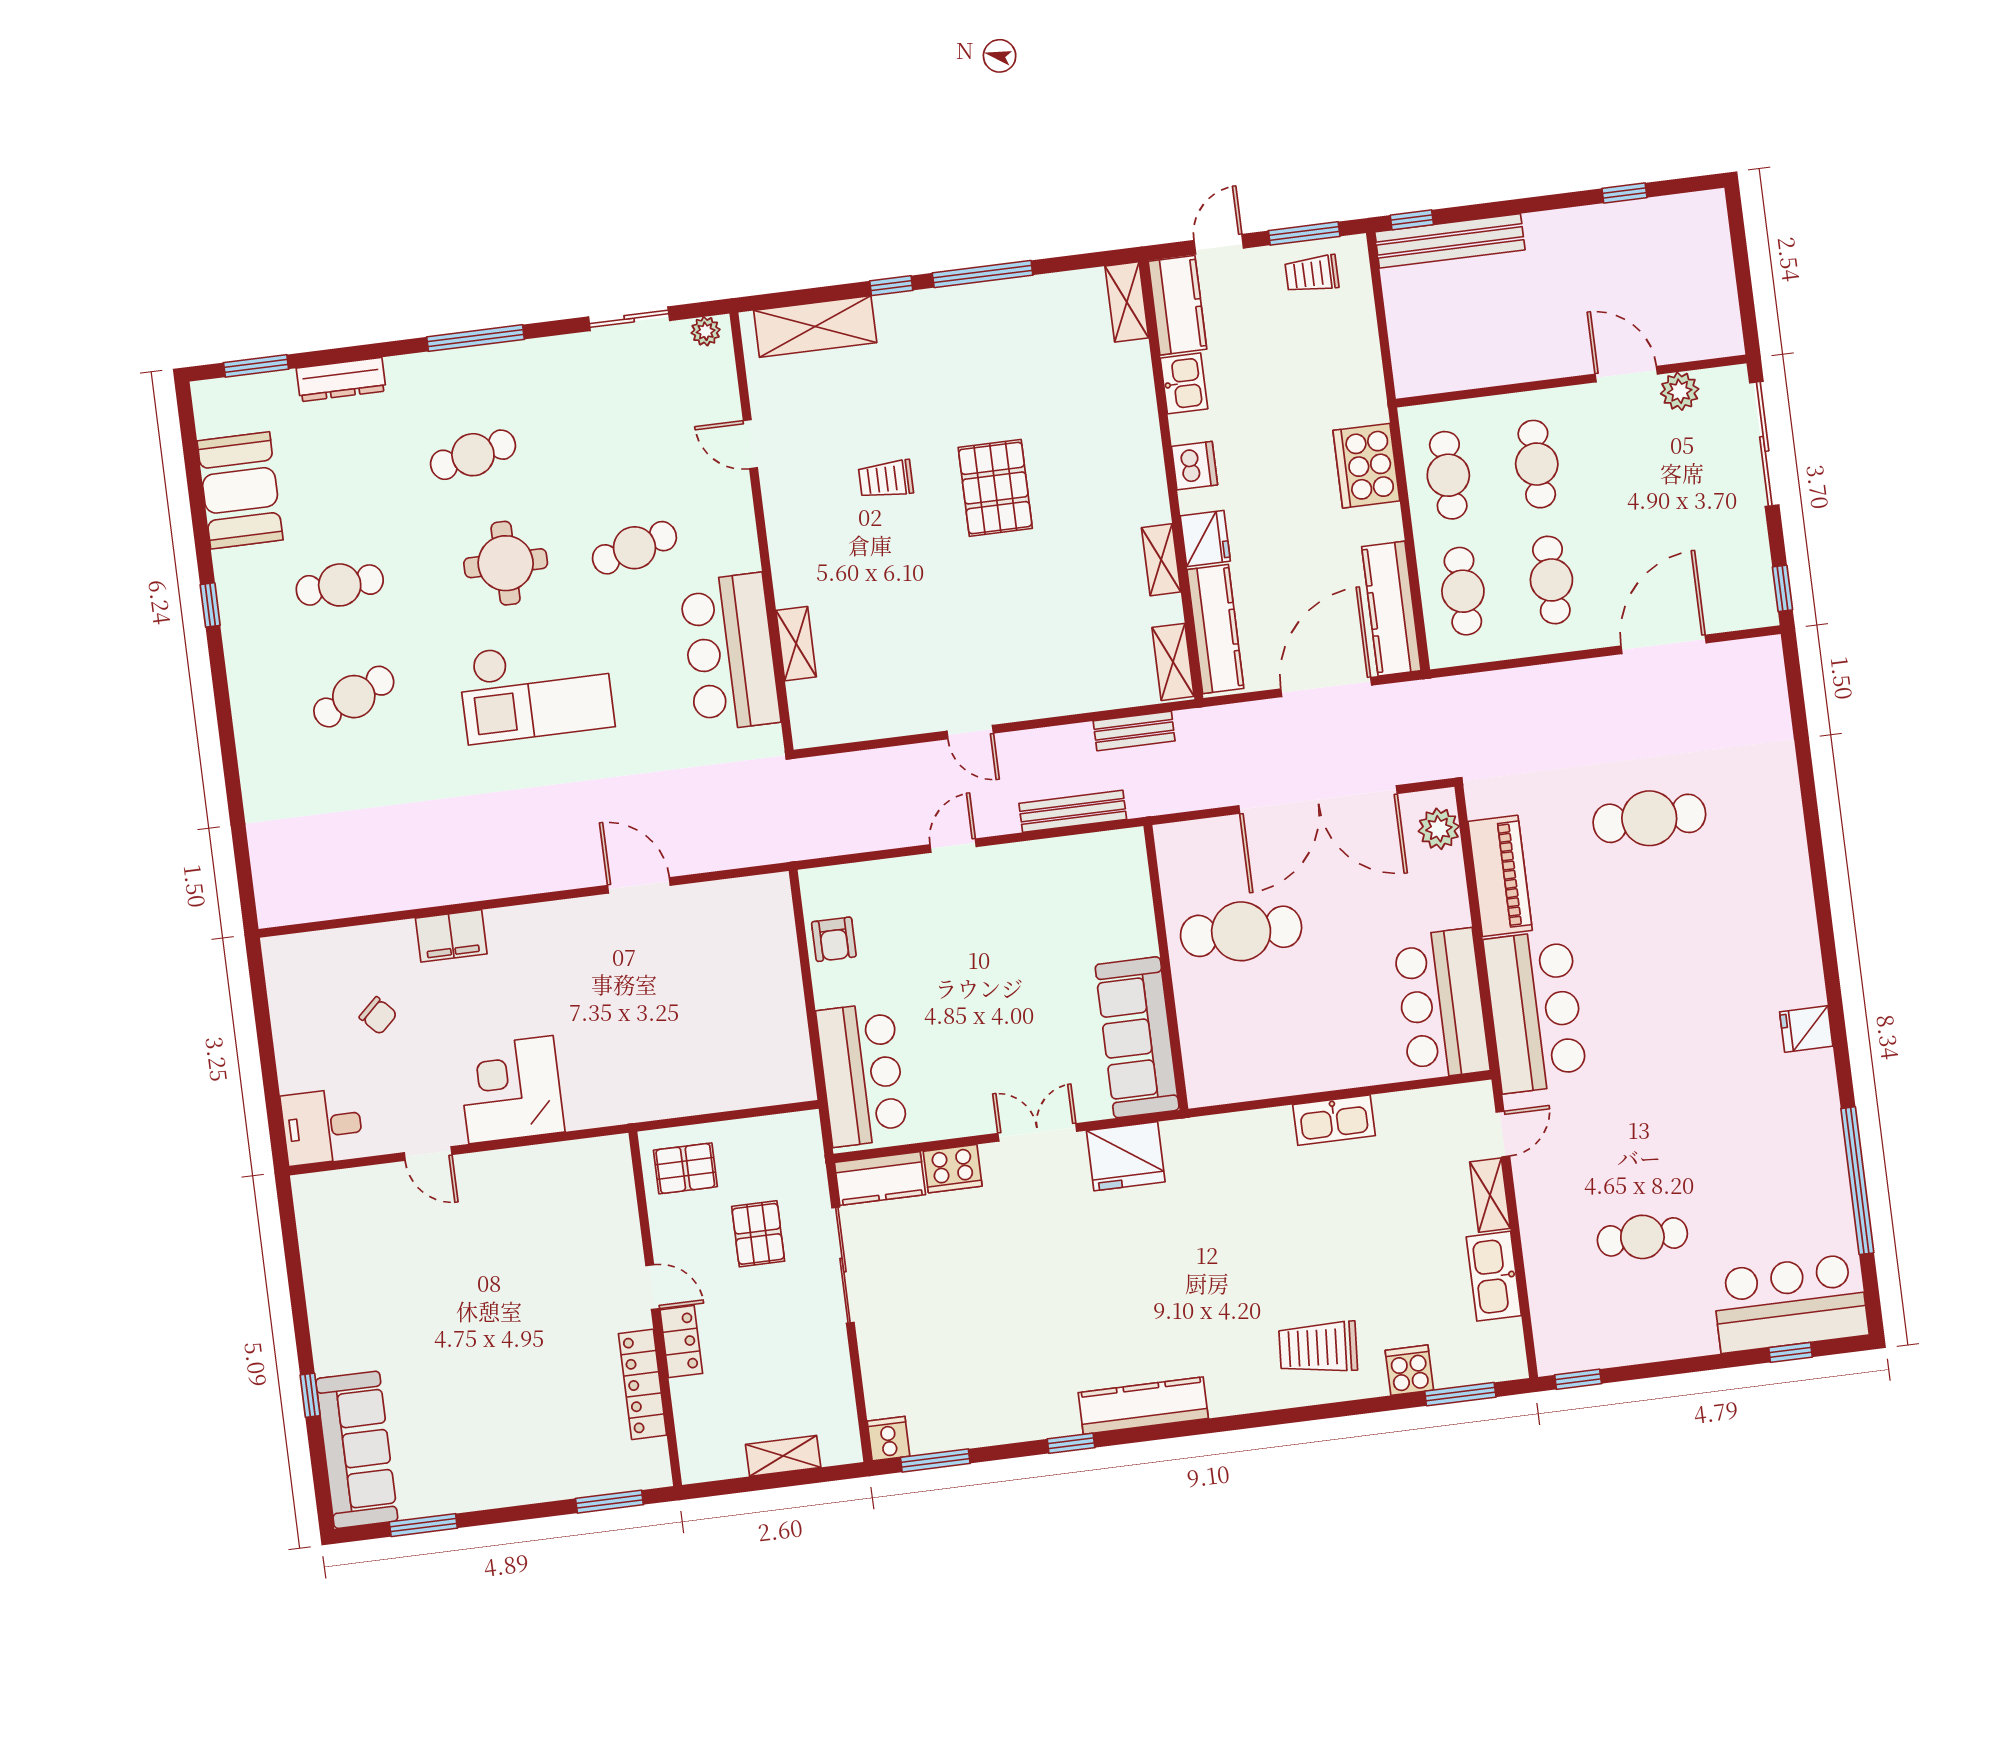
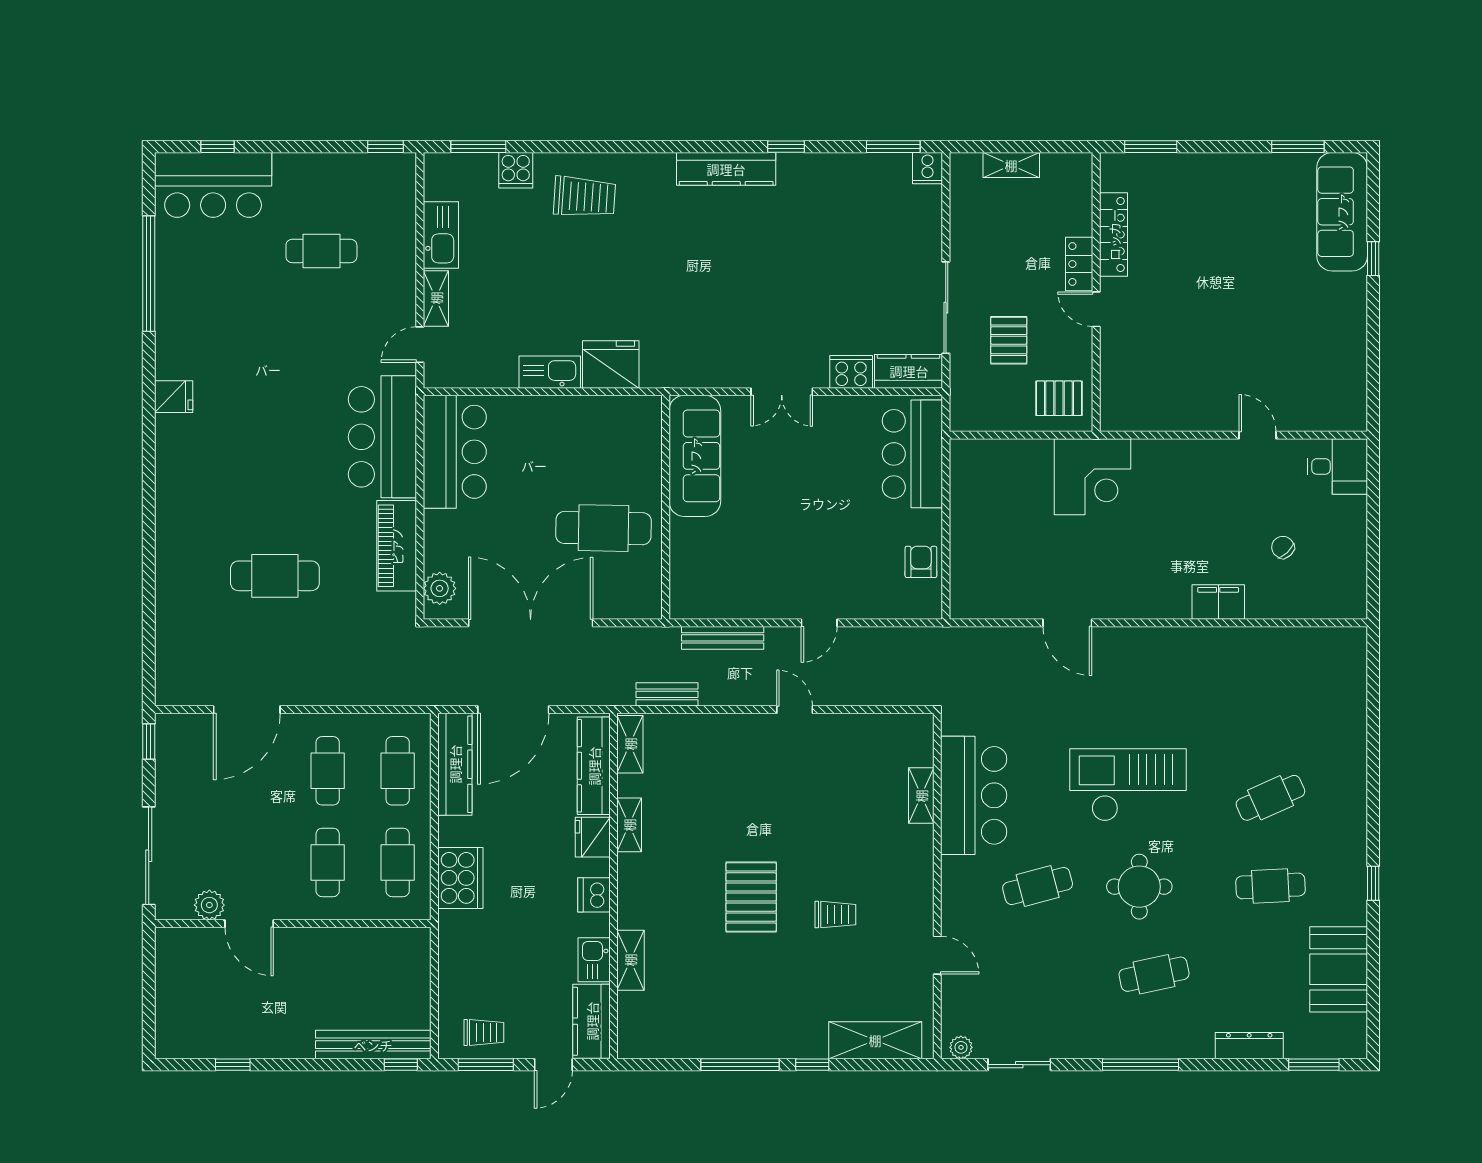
shelving: (1127, 302) -> (630, 960), moved
corner desk: (511, 1090) -> (1093, 477), moved
fridge: (1126, 1156) -> (611, 364), moved

